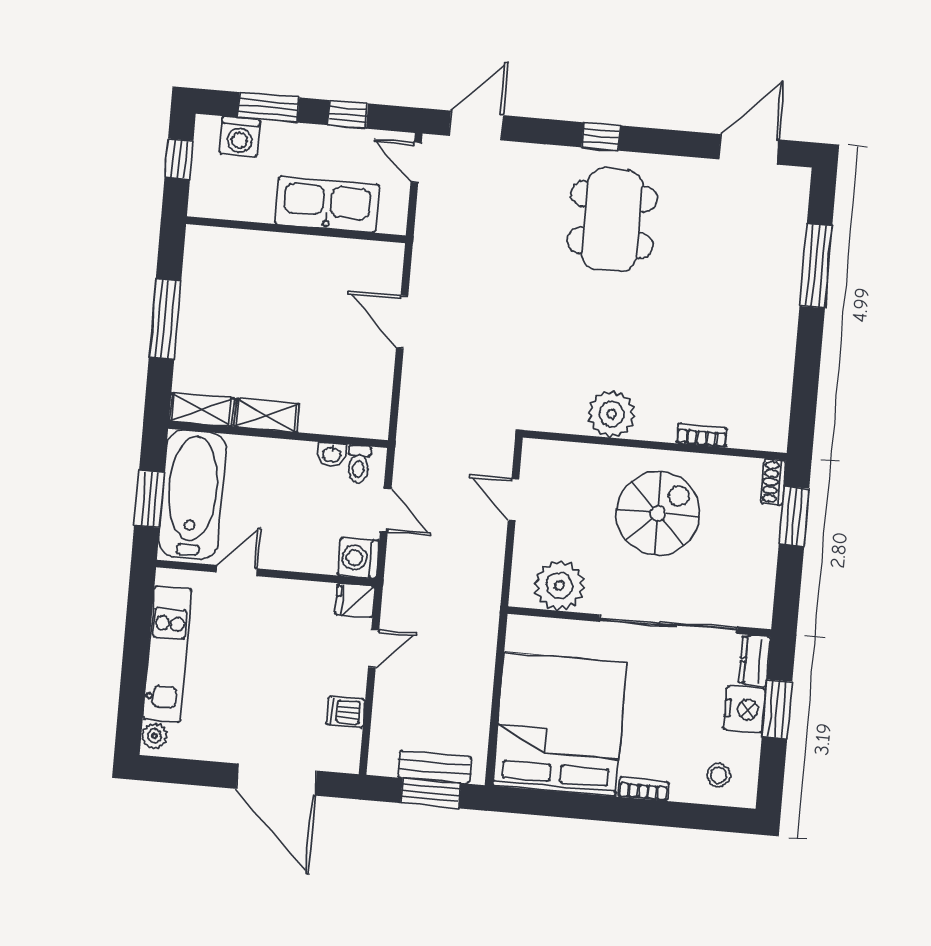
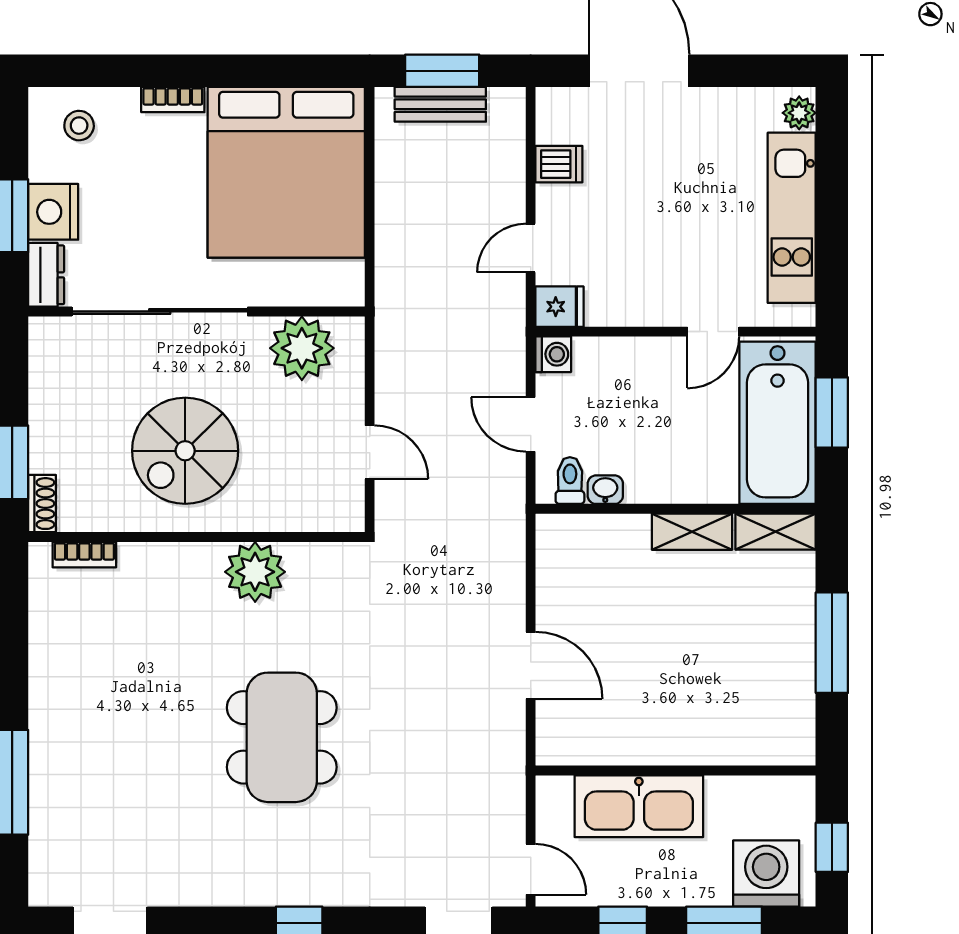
washing machine: (240, 137) -> (766, 873), width x1.37, depth x1.37
dining table: (612, 220) -> (282, 737), moved
bookcase: (702, 435) -> (84, 555), moved
washing machine: (358, 558) -> (553, 354), width x0.73, depth x0.73

